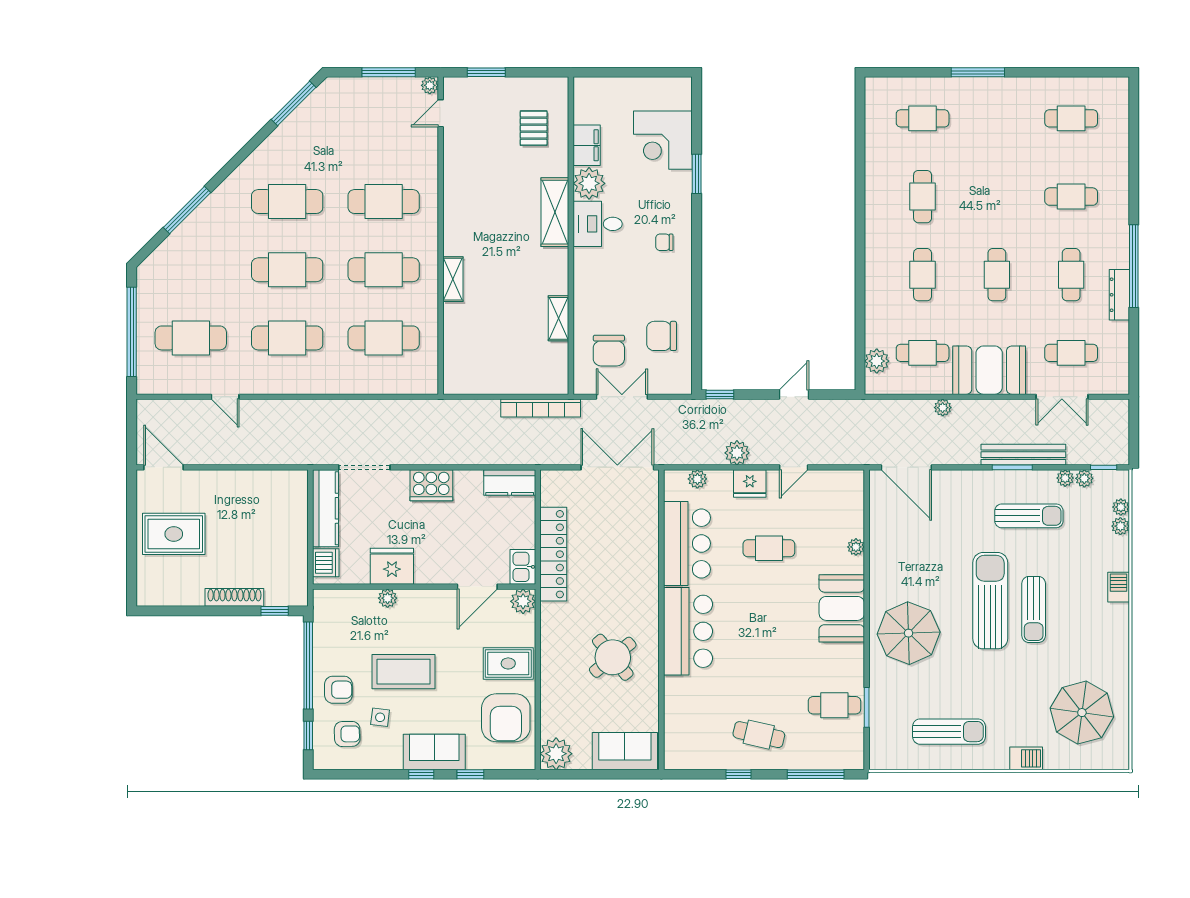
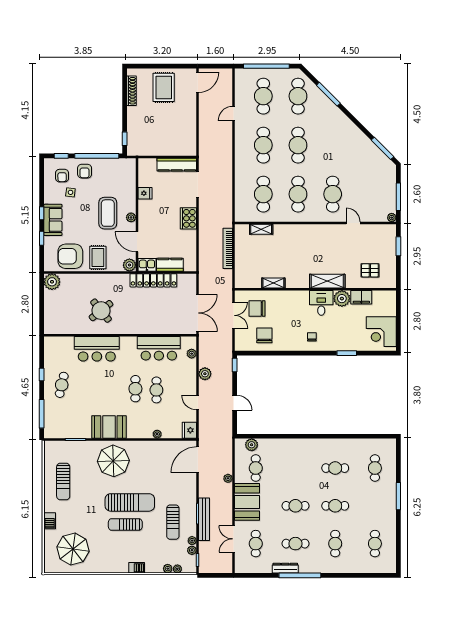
door: (441, 113) -> (353, 223), moved
corner desk: (663, 140) -> (381, 332), moved, turned -90
cafe table: (287, 202) -> (298, 96), moved
cafe table: (923, 275) -> (335, 506), moved
shelving: (453, 279) -> (261, 229), moved
bookcase: (541, 408) -> (228, 248), moved
kitchen counter: (510, 483) -> (170, 265), moved, turned 90
fridge: (750, 483) -> (189, 430), moved
dishwasher: (326, 563) -> (149, 165), removed
fridge: (392, 566) -> (145, 193), width x0.53, depth x0.75
shoe rack: (234, 597) -> (131, 91), moved
plant: (388, 598) -> (131, 217), moved
booth: (842, 608) -> (109, 427), moved
bar counter: (688, 631) -> (97, 349), moved
coffee table: (404, 672) -> (108, 213), moved
cafe table: (834, 705) -> (135, 389), moved
sofa: (625, 751) -> (53, 317), removed

